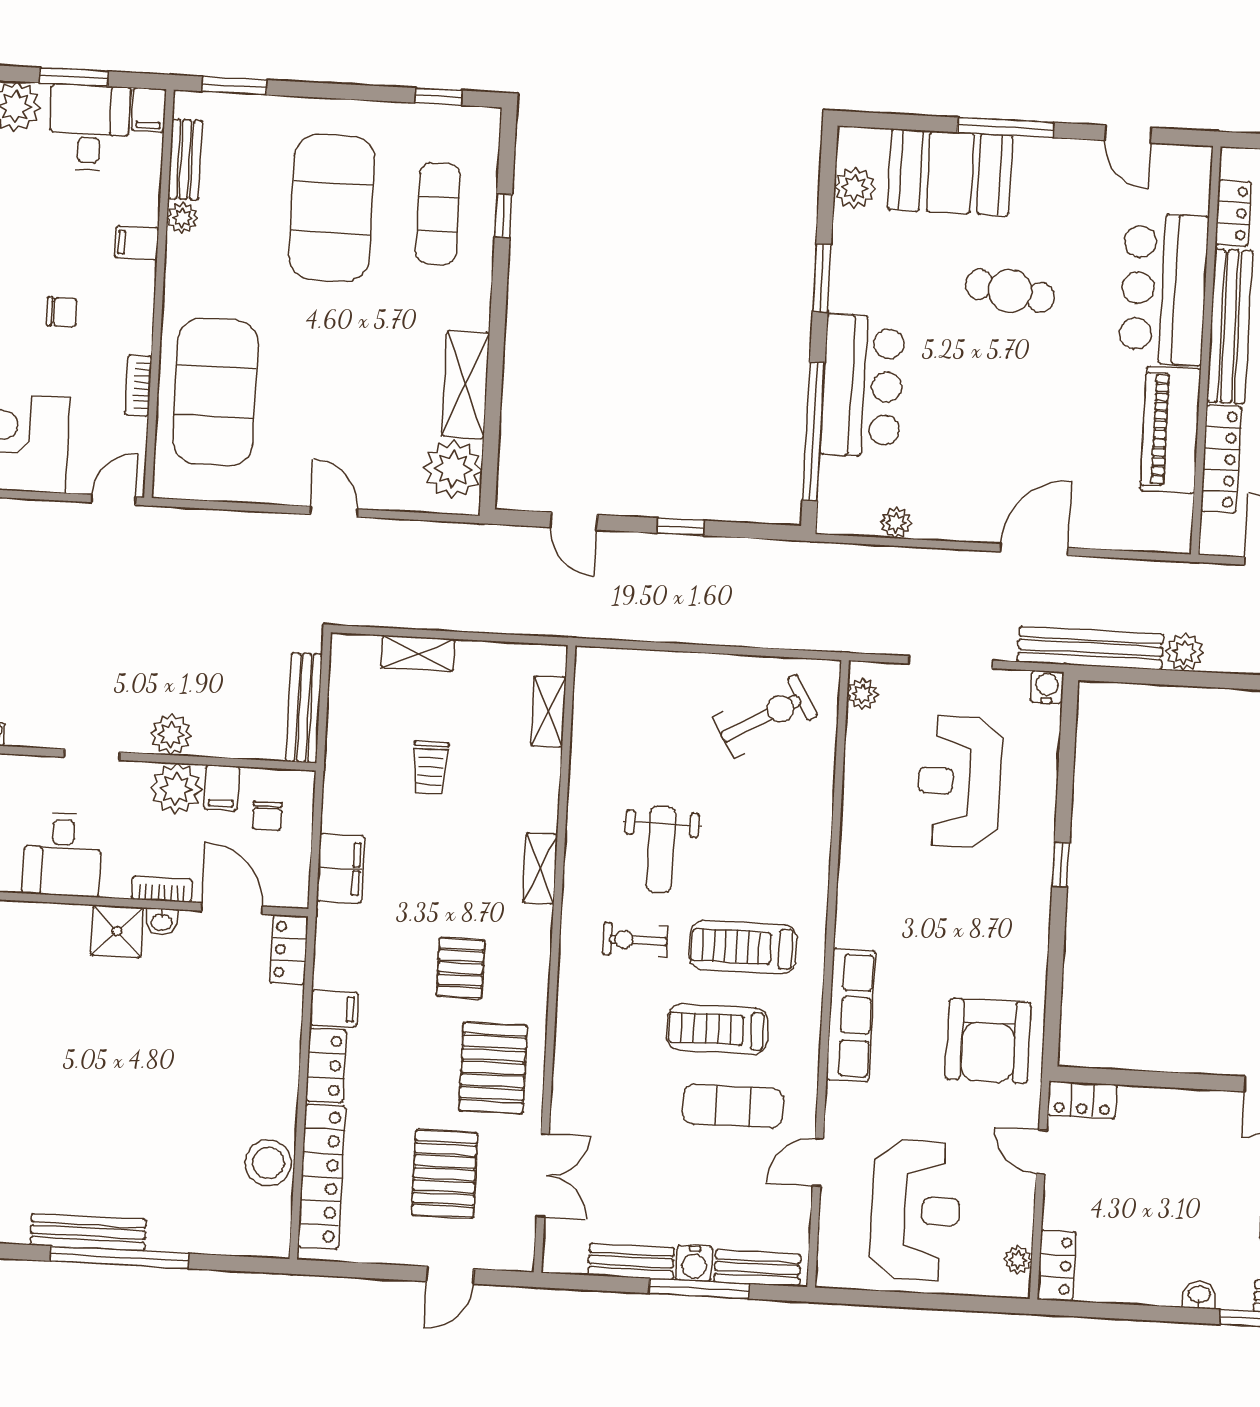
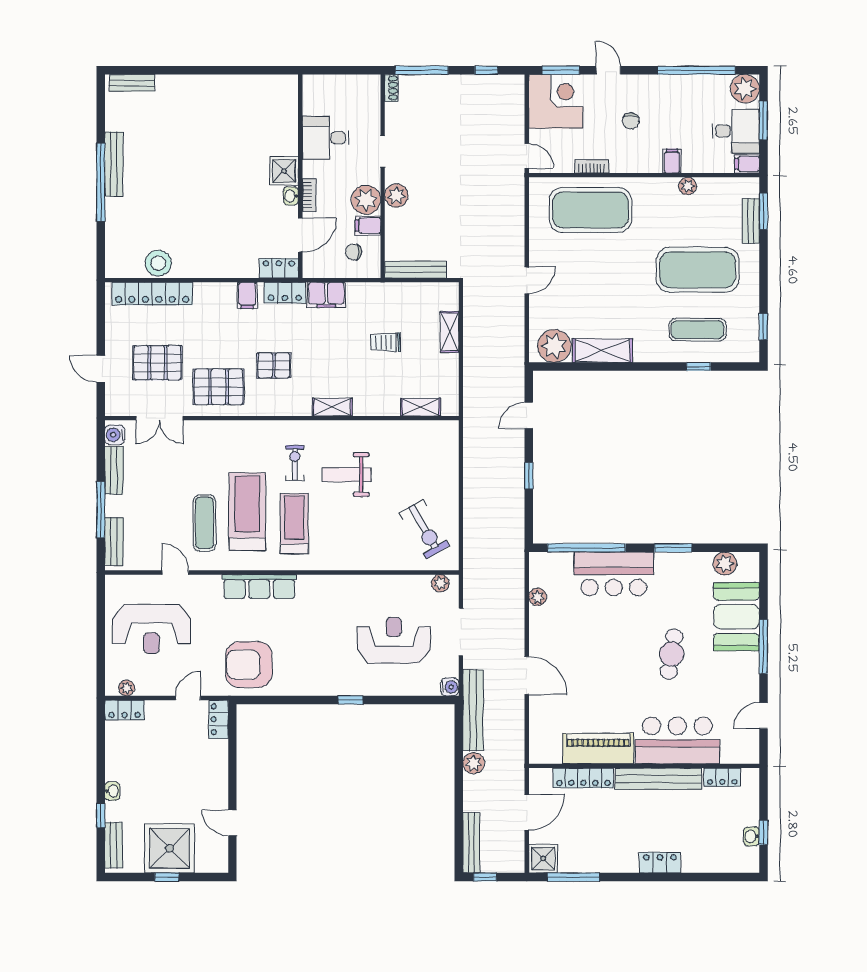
bench: (185, 159) -> (751, 221), moved, turned 90
treadmill: (717, 1029) -> (247, 512), width x1.37, depth x1.38
locker: (326, 1065) -> (285, 293), moved
water cooler: (694, 1263) -> (115, 435), moved

